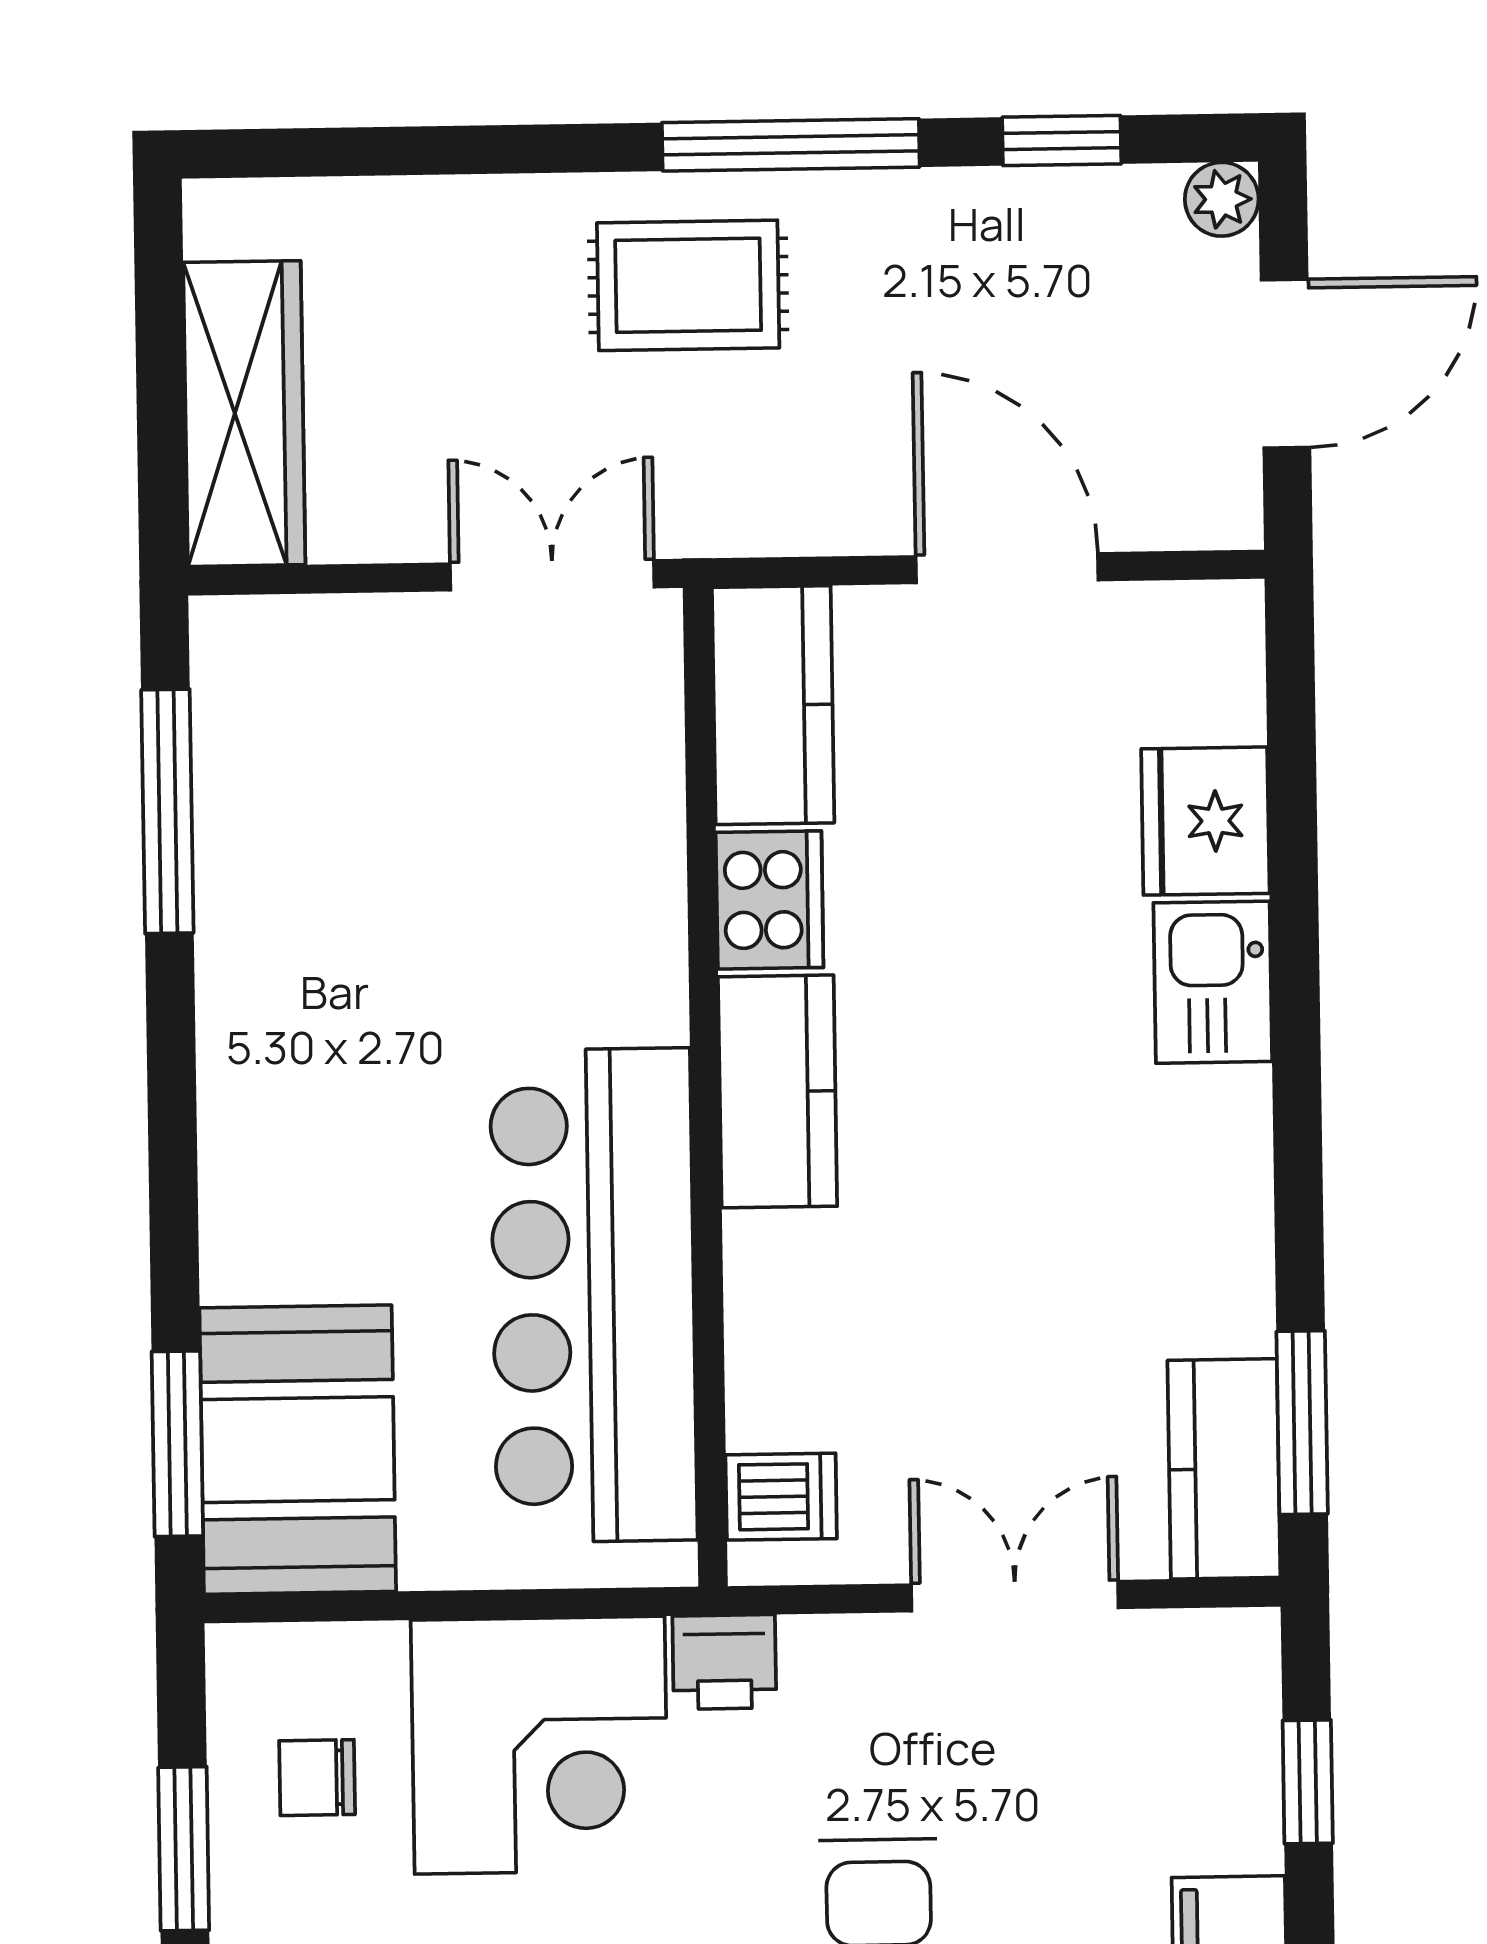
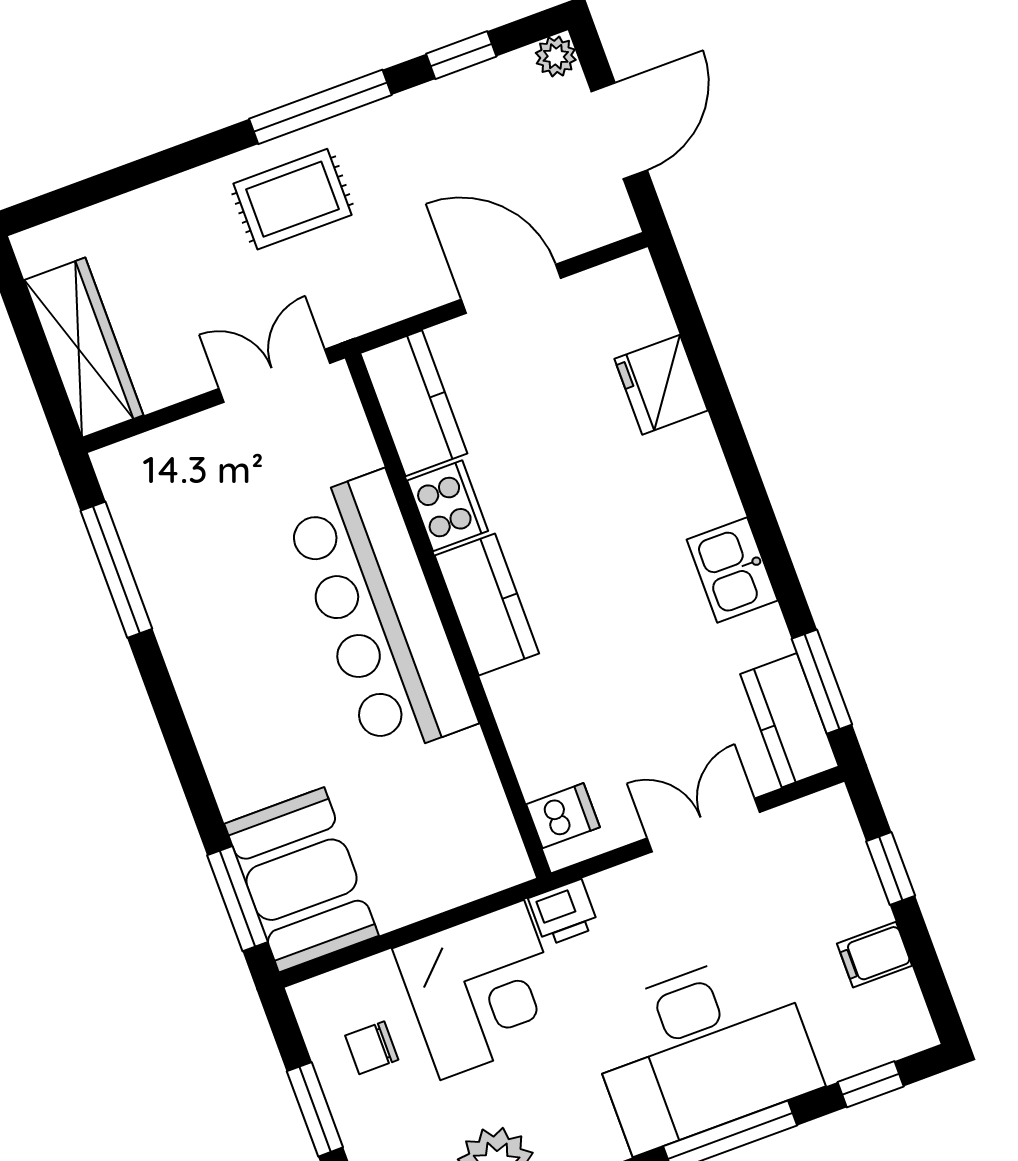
kitchen sink: (1213, 982) -> (732, 570), moved
bar counter: (594, 1295) -> (380, 615), moved

